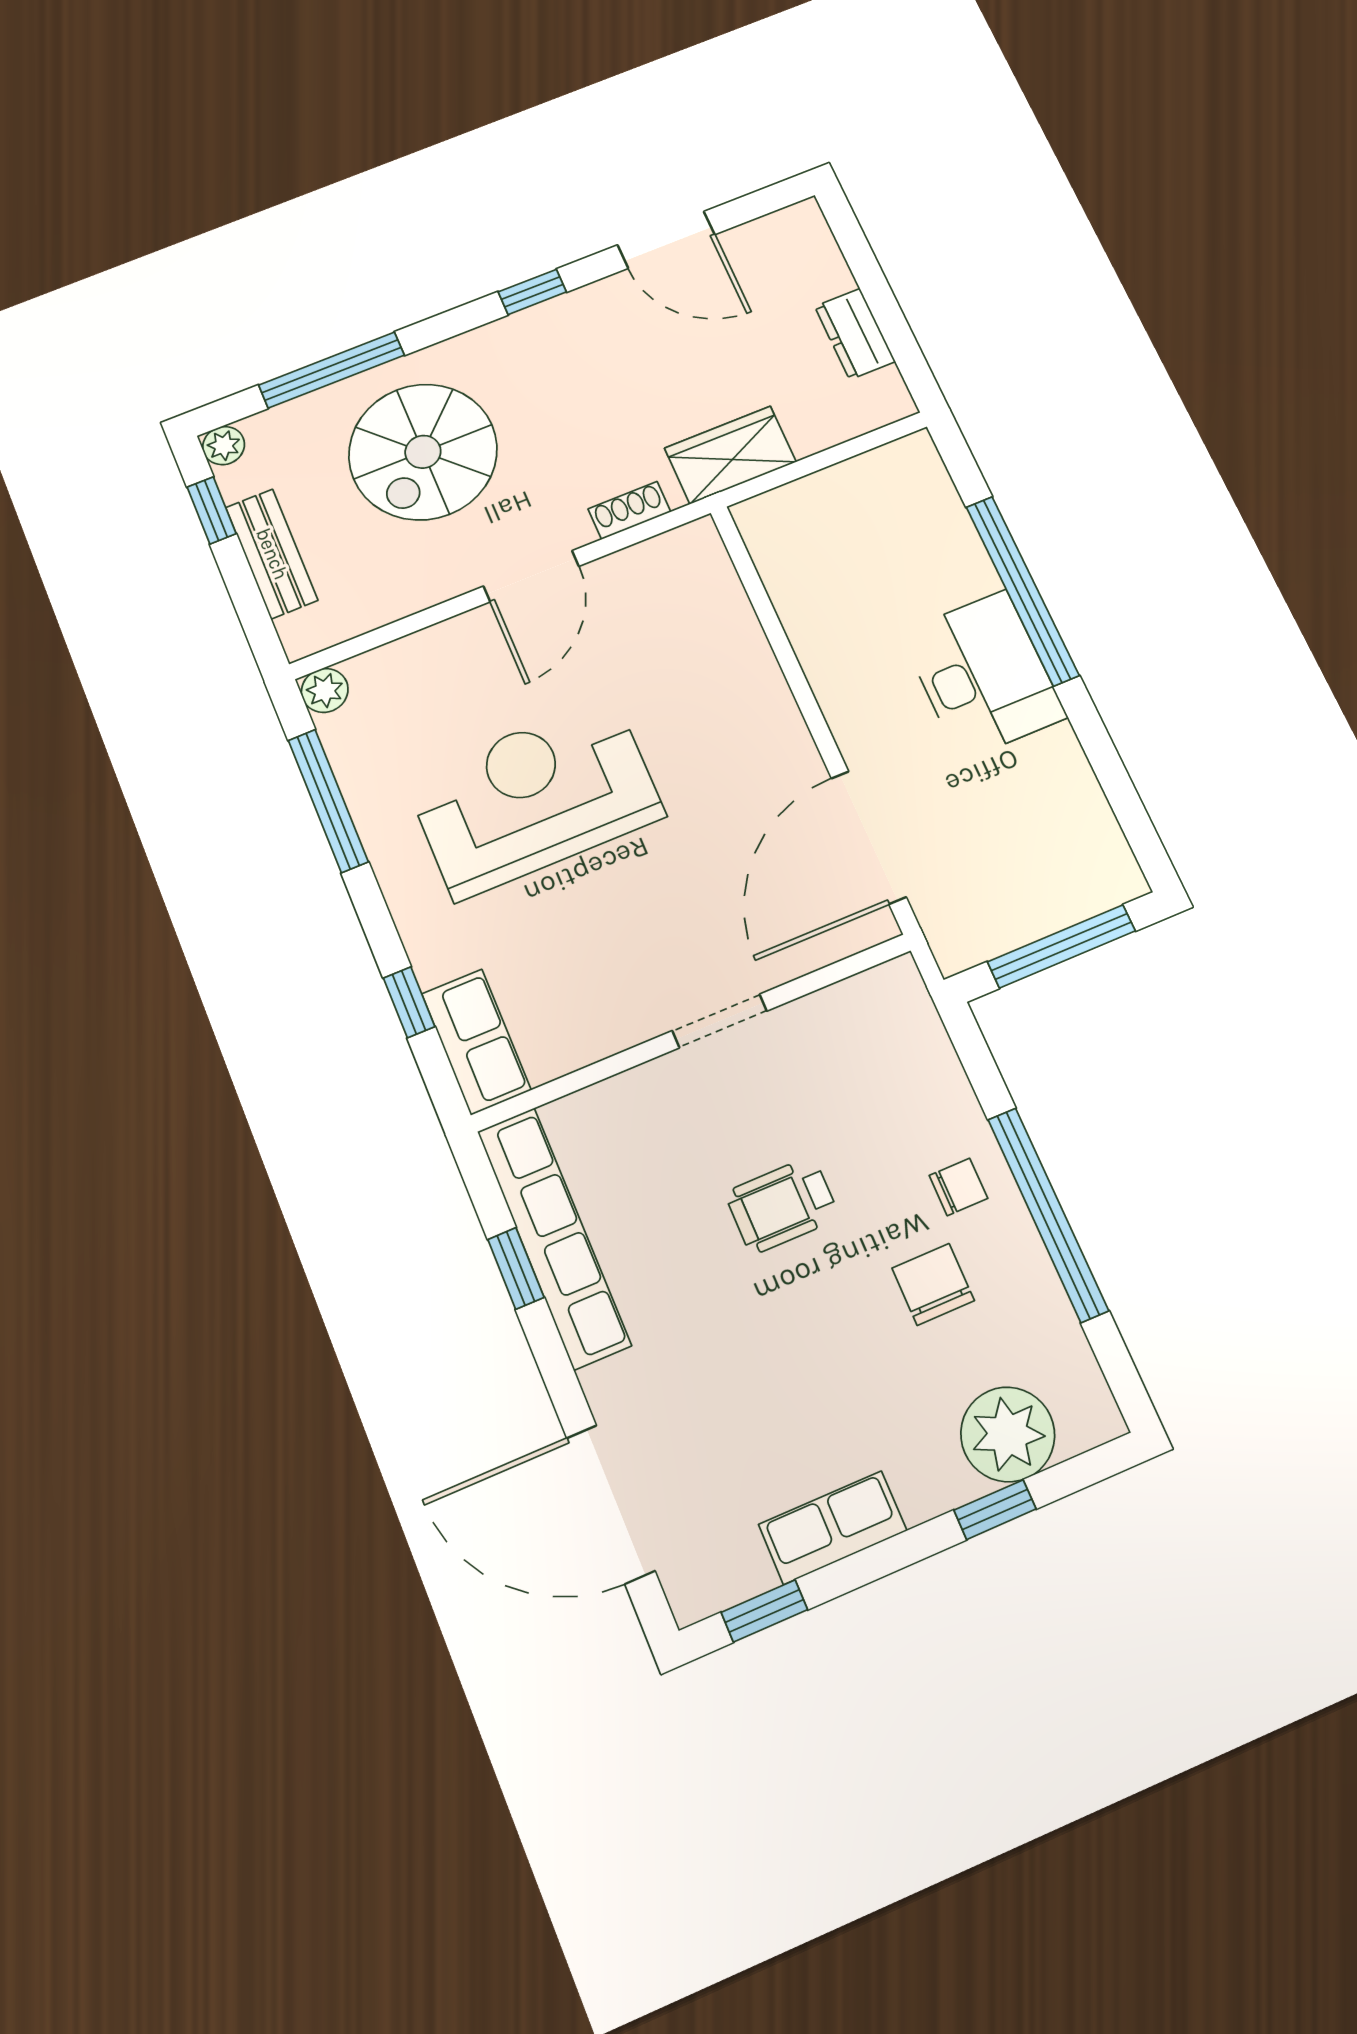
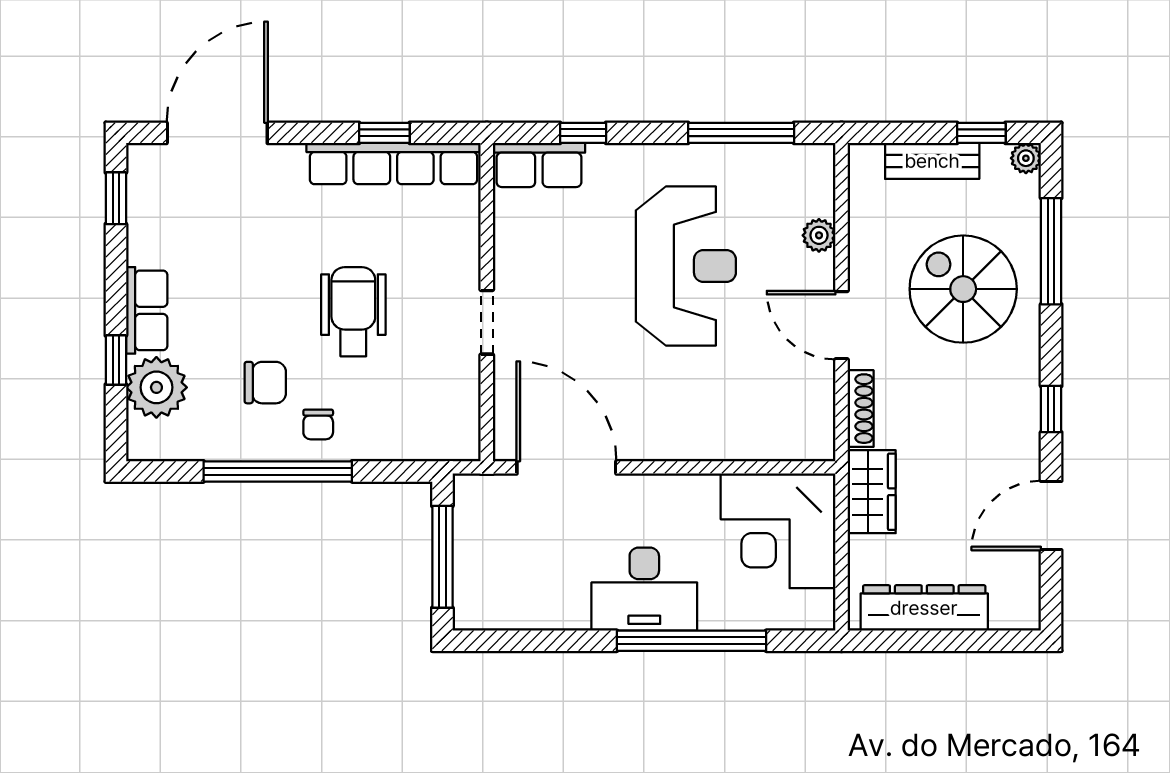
dresser: (855, 334) -> (924, 608), width x1.96, depth x1.24
shoe rack: (629, 510) -> (861, 409), width x1.43
corner desk: (832, 545) -> (778, 531), added
plant: (325, 690) -> (819, 235), moved
wheelchair: (782, 1205) -> (353, 312), width x1.36, depth x1.37
row of seats: (833, 1528) -> (147, 310), moved

